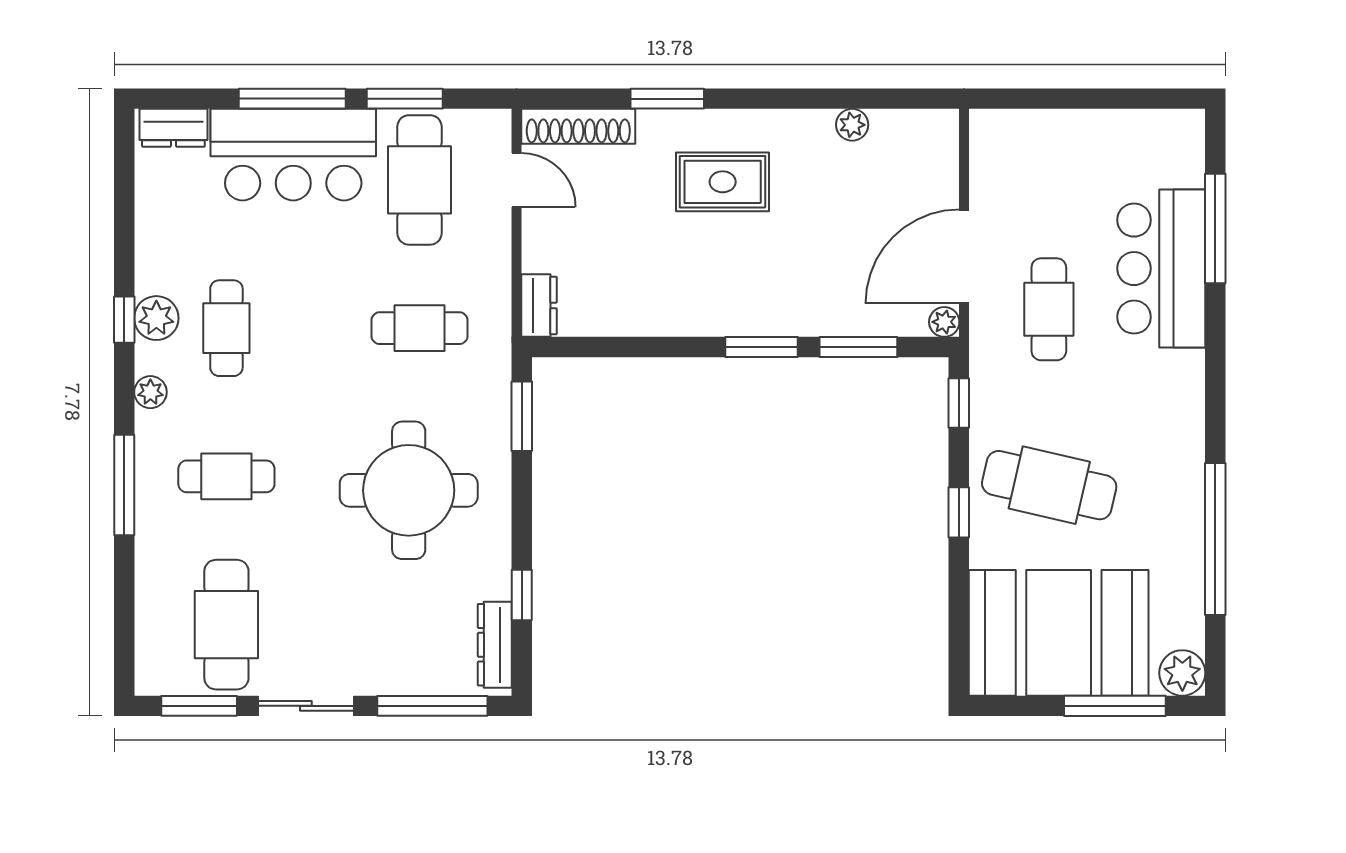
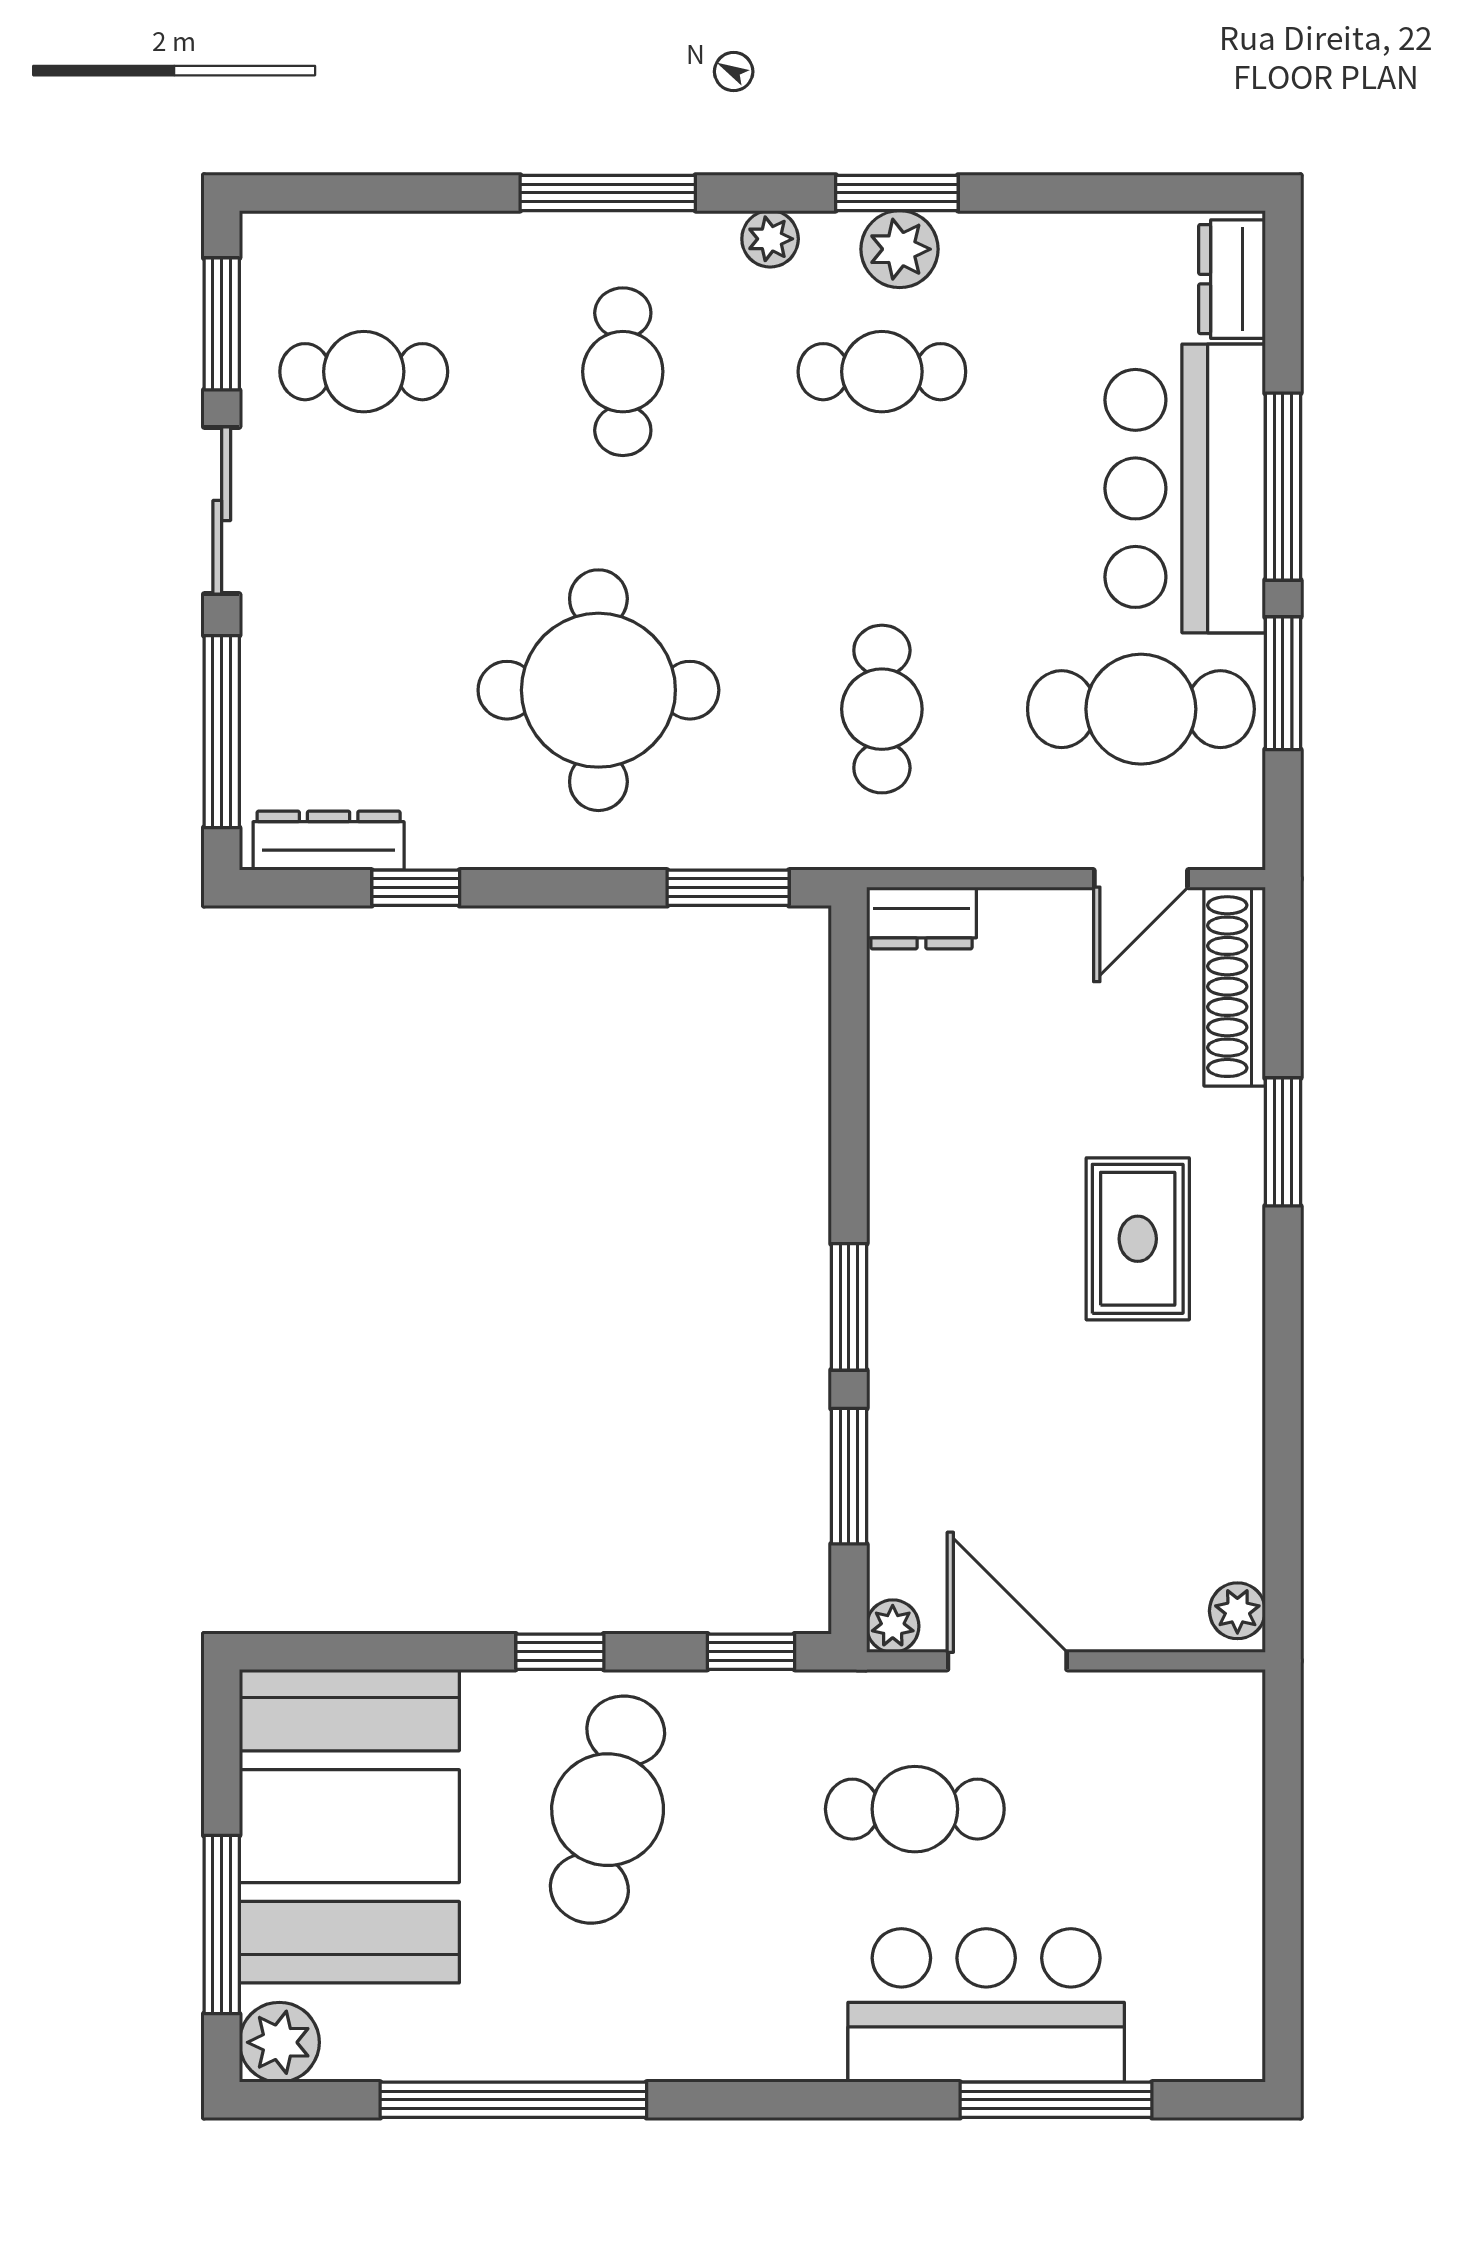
plant: (852, 125) -> (1237, 1611), moved
door: (964, 256) -> (1007, 1661), width x0.73
window: (124, 320) -> (897, 193), width x1.50
cafe table: (226, 625) -> (364, 372), width x0.73, depth x0.74

